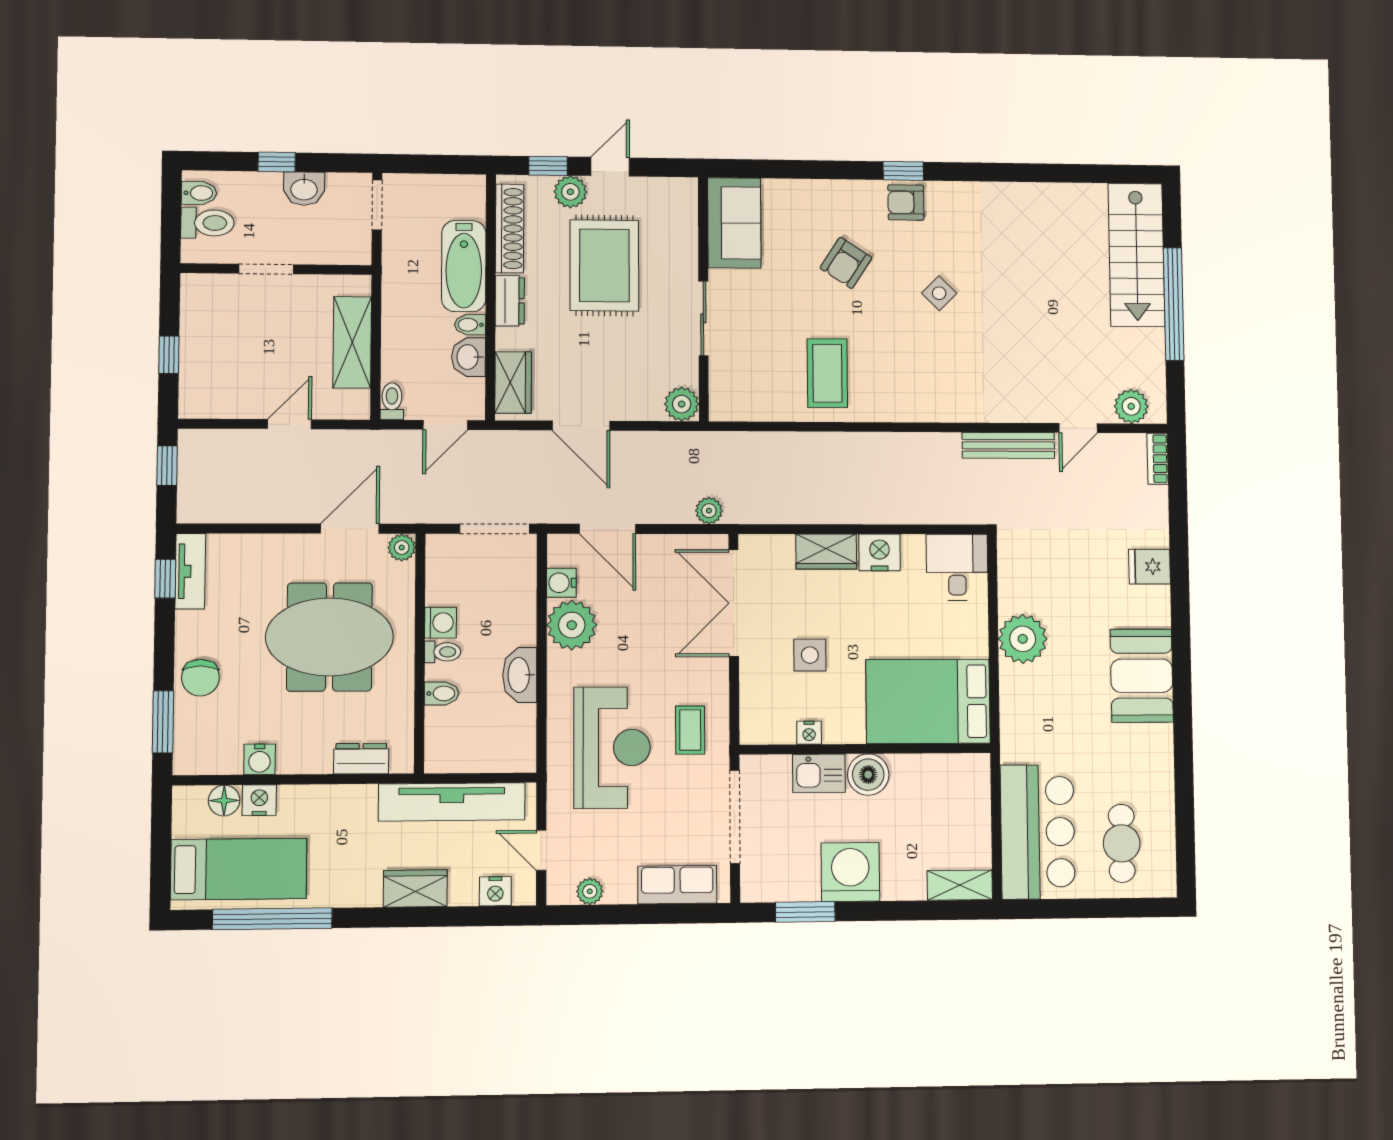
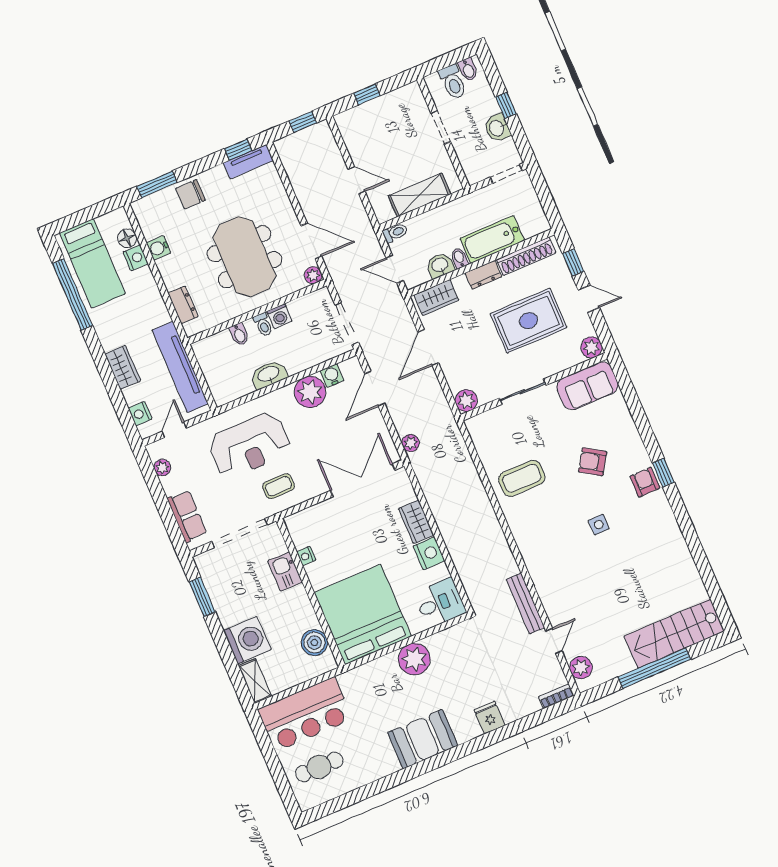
plant: (570, 192) -> (591, 347), moved
side table: (939, 293) -> (599, 525), turned 45
door: (1078, 428) -> (554, 641), swing flipped
side table: (810, 655) -> (351, 538), removed
bed: (928, 701) -> (363, 614), width x1.36
boiler: (868, 775) -> (314, 643), moved
washing machine: (850, 872) -> (247, 640), moved

